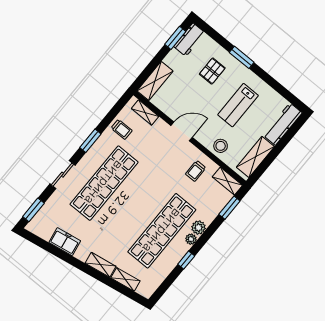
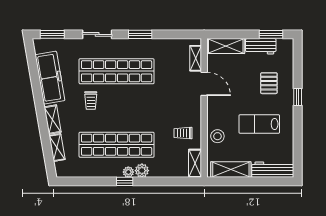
workbench: (189, 40) -> (261, 46), moved
window: (242, 57) -> (298, 97), width x0.67
pallet: (212, 71) -> (269, 83), turned 90
trolley: (122, 129) -> (91, 100), moved
door: (182, 131) -> (204, 84), moved
window: (229, 208) -> (176, 181), removed
freezer: (65, 242) -> (50, 78), width x1.91, depth x1.26
window: (186, 260) -> (125, 181), moved

